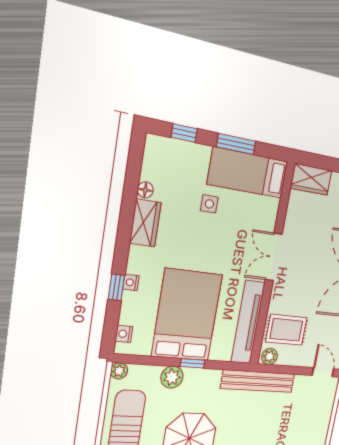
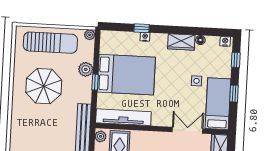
window: (236, 144) -> (234, 94), width x0.67
double door: (274, 257) -> (188, 130), moved
nightstand: (124, 334) -> (225, 41), moved

